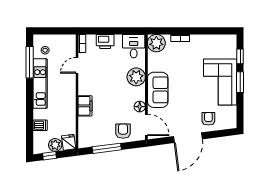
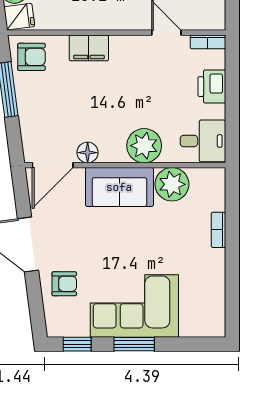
plant: (156, 43) -> (172, 184), moved
window: (240, 56) -> (77, 344), moved
armchair: (123, 131) -> (31, 57), moved

